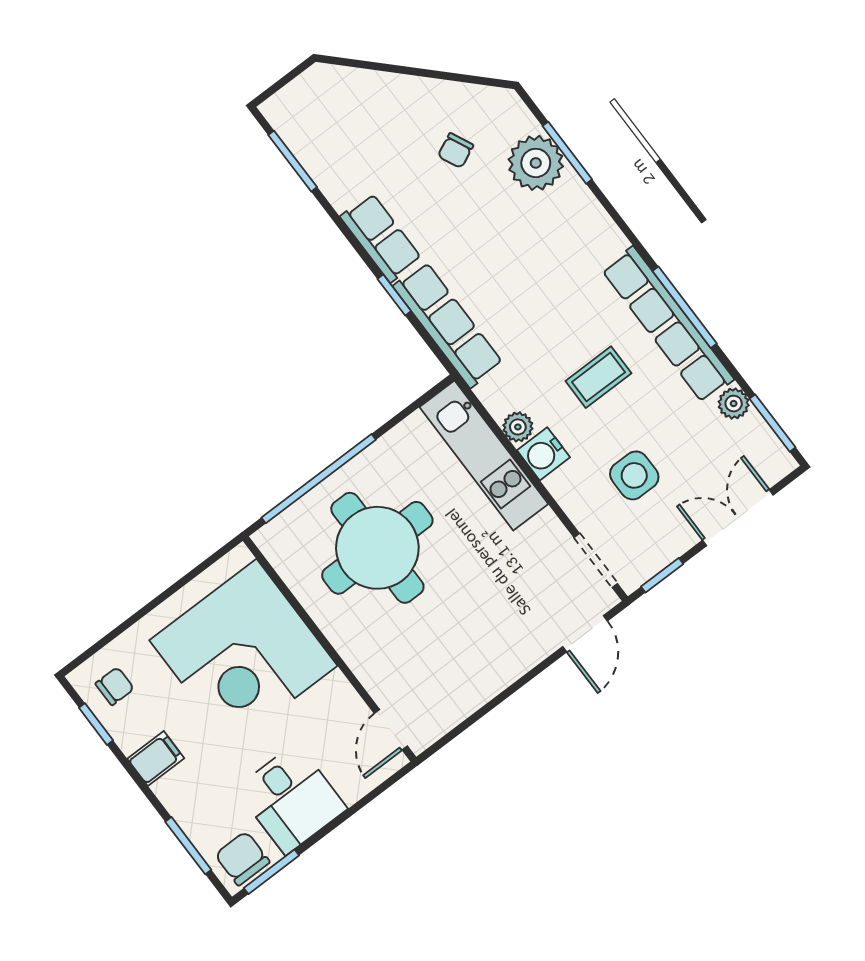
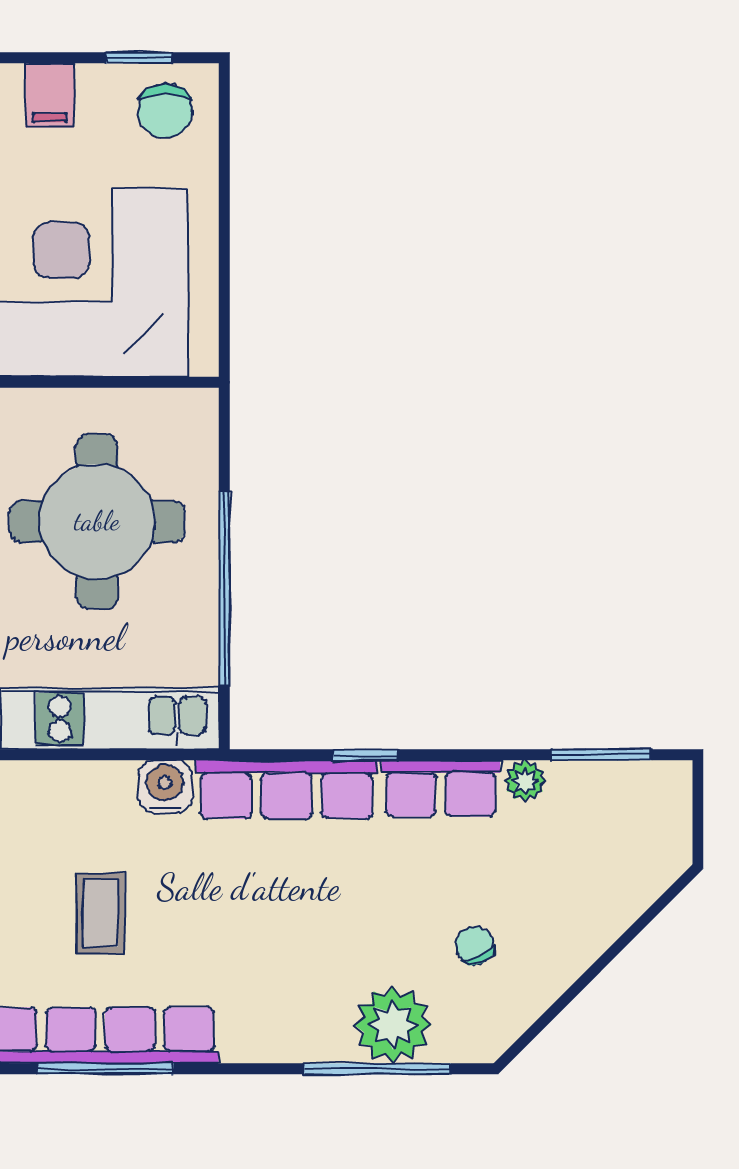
window: (567, 153) -> (377, 1069), width x1.44
plant: (518, 427) -> (525, 781), moved
water cooler: (544, 454) -> (165, 787), moved
window: (319, 479) -> (224, 589), moved
chair: (115, 686) -> (165, 111), width x1.37, depth x1.37

